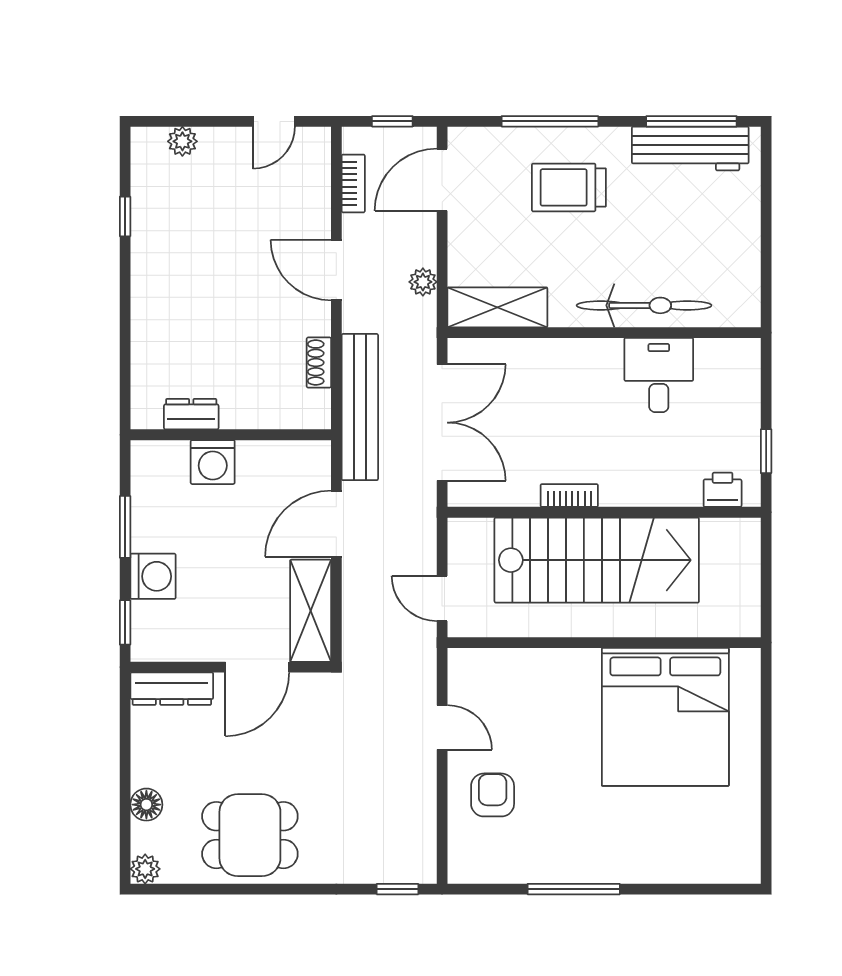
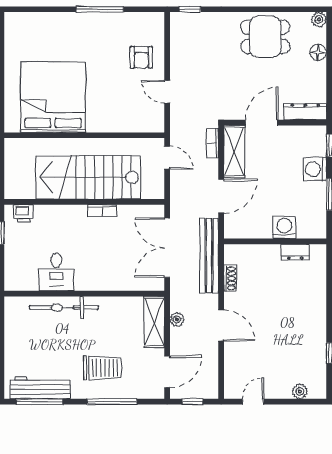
bookcase: (353, 183) -> (213, 143), moved
shelving: (497, 307) -> (154, 322), moved, turned 90

